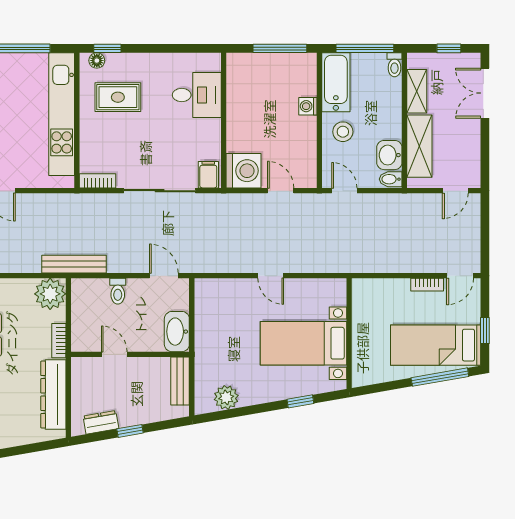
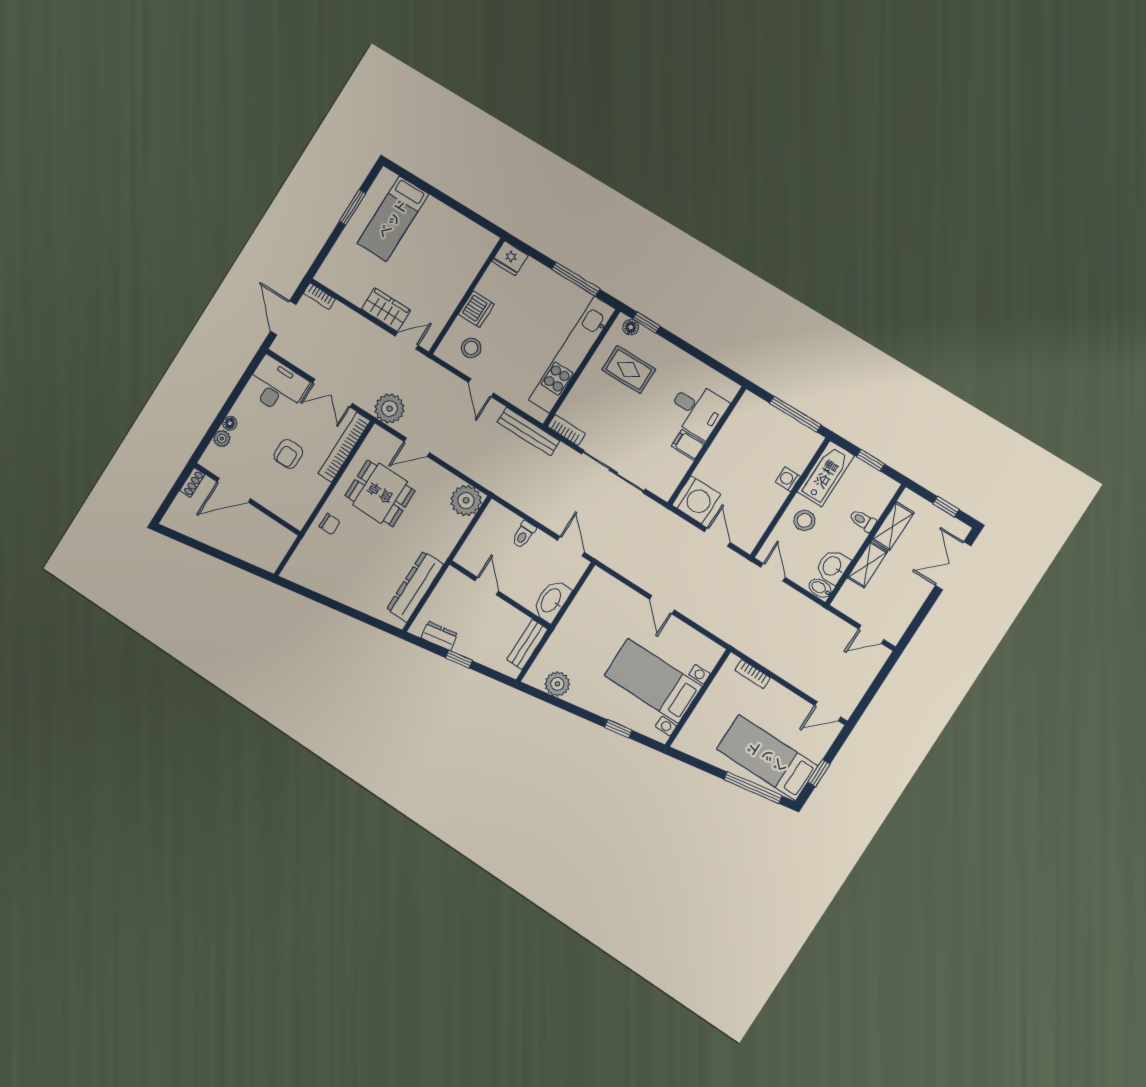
window: (365, 48) -> (870, 460), width x0.46
toilet: (394, 65) -> (863, 521), moved, turned 90
shelving: (419, 146) -> (867, 565), width x0.67, depth x0.75
filing cabinet: (208, 175) -> (688, 445), moved, turned -90
bench: (74, 264) -> (529, 432), moved
bookcase: (427, 285) -> (753, 674), moved
bookcase: (59, 341) -> (448, 544), removed

